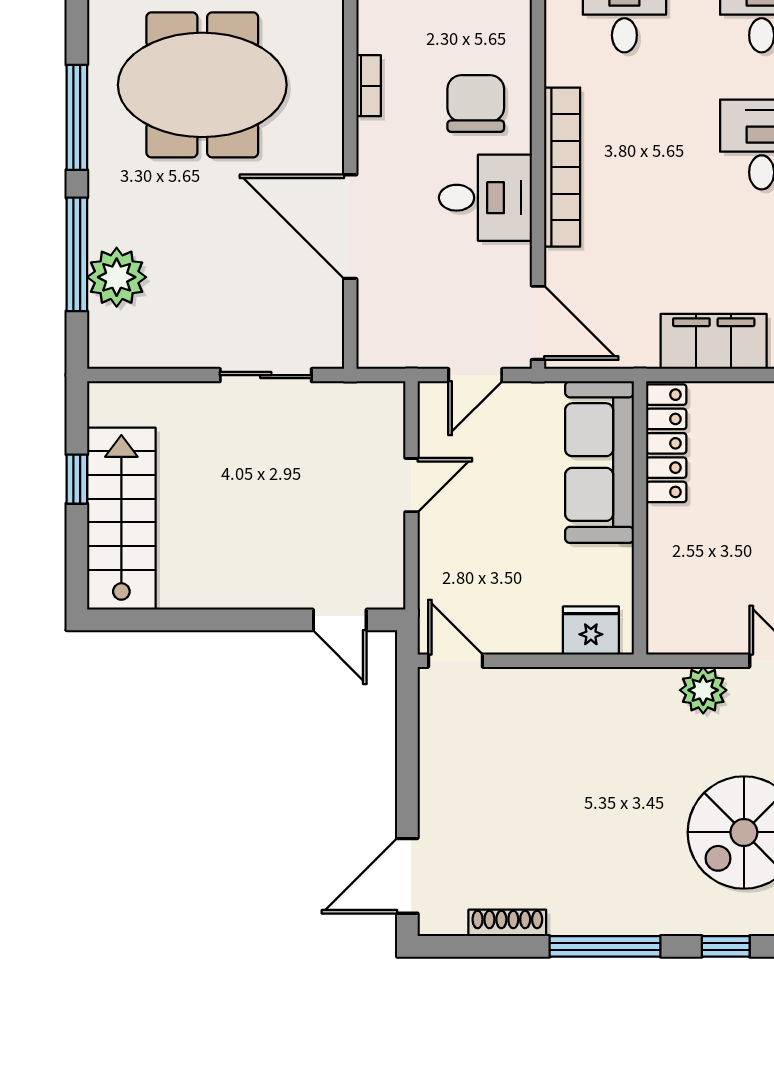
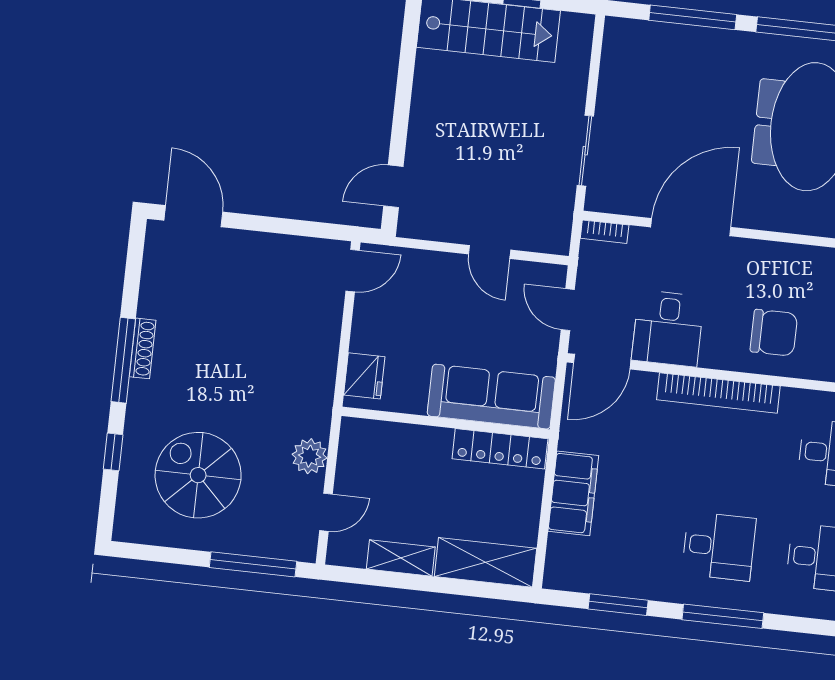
bookcase: (369, 86) -> (605, 232), moved
desk: (485, 198) -> (668, 328), moved
plant: (117, 277) -> (672, 46), removed
shoe rack: (507, 923) -> (143, 348), moved

